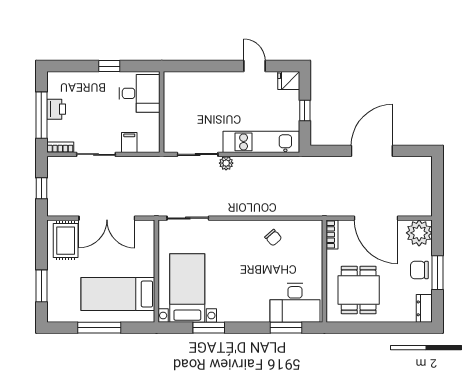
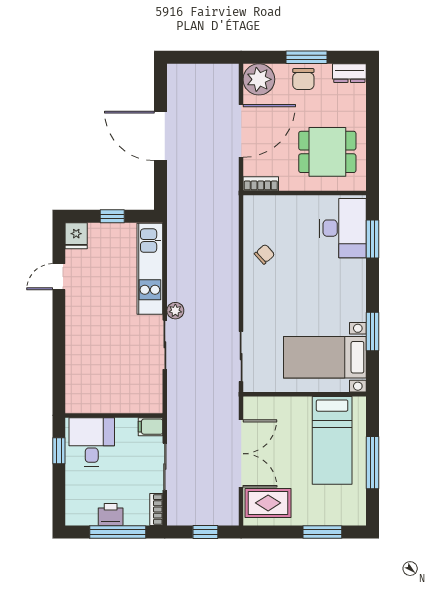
desk: (140, 93) -> (92, 442), moved
wall: (162, 112) -> (114, 415), moved

